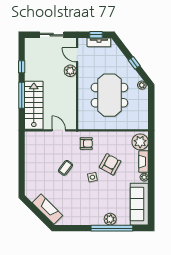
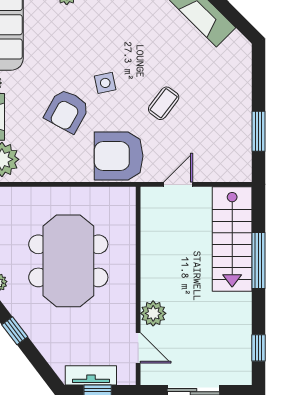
window: (22, 67) -> (259, 348), moved
door: (59, 130) -> (178, 184), swing flipped
armchair: (86, 143) -> (119, 156), width x1.88, depth x1.88
window: (22, 155) -> (259, 131), added

